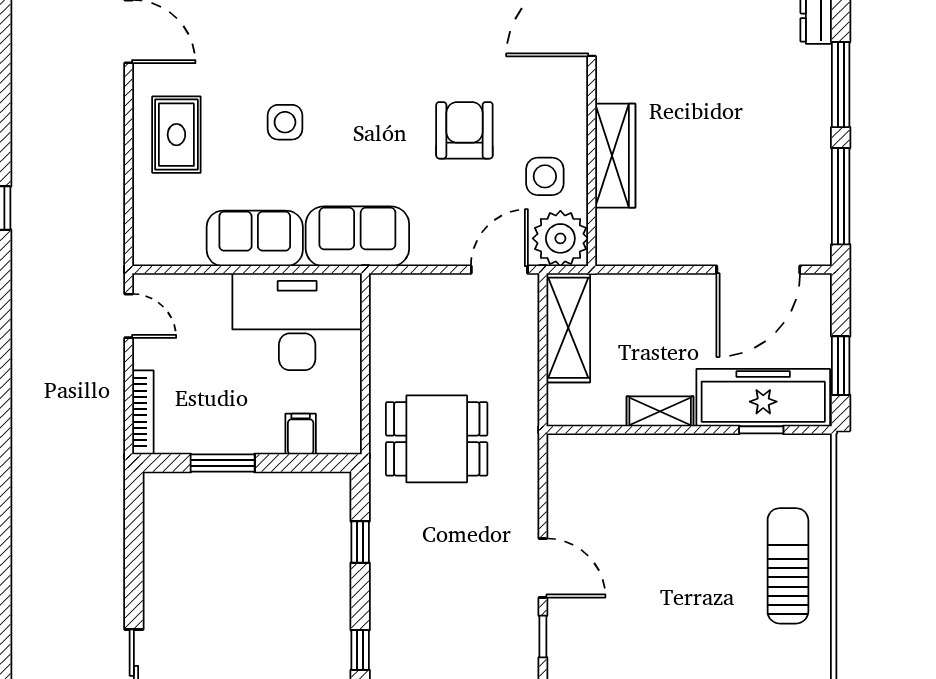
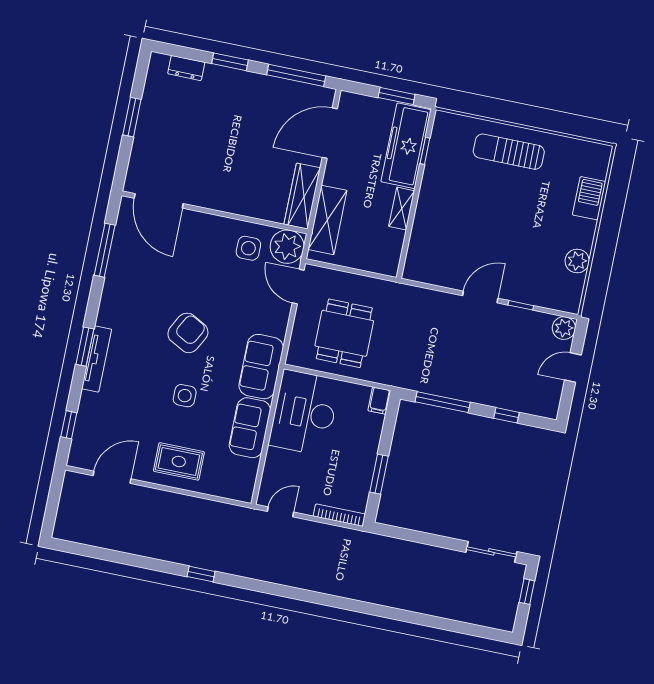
window: (841, 85) -> (230, 62), width x0.69
armchair: (464, 130) -> (188, 333), moved, turned 118
wardrobe: (615, 156) -> (302, 196), moved, turned -90
door: (758, 270) -> (330, 133), swing flipped
shelving: (568, 328) -> (327, 220), moved, turned 90
filing cabinet: (301, 434) -> (379, 401), moved, turned -90
dining table: (437, 439) -> (344, 333), moved
window: (360, 542) -> (443, 402), width x2.17

